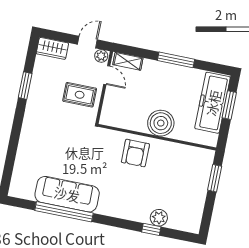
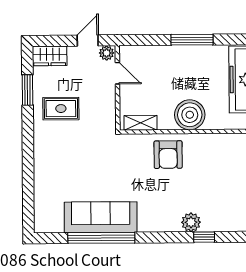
shelving: (128, 61) -> (141, 123), moved
window: (25, 86) -> (28, 90), moved
rug: (80, 95) -> (61, 109), moved
plant: (159, 218) -> (191, 222), moved

